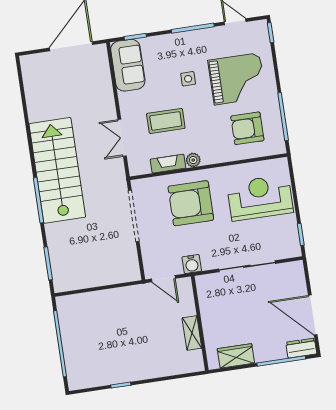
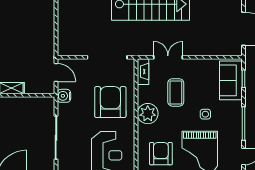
sofa: (128, 65) -> (231, 80), moved, turned 90
plant: (193, 160) -> (148, 114), width x1.88, depth x1.88
fireplace: (168, 164) -> (143, 72), moved
door: (163, 279) -> (56, 73), swing flipped

